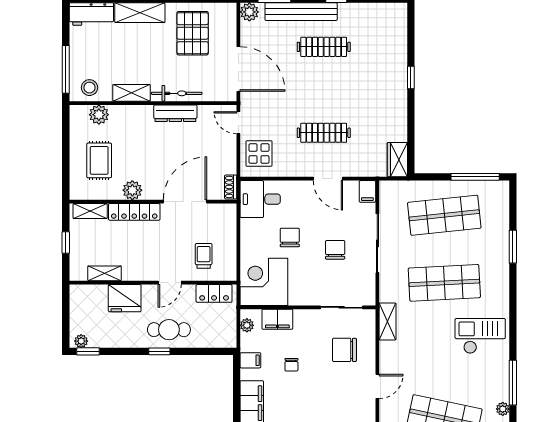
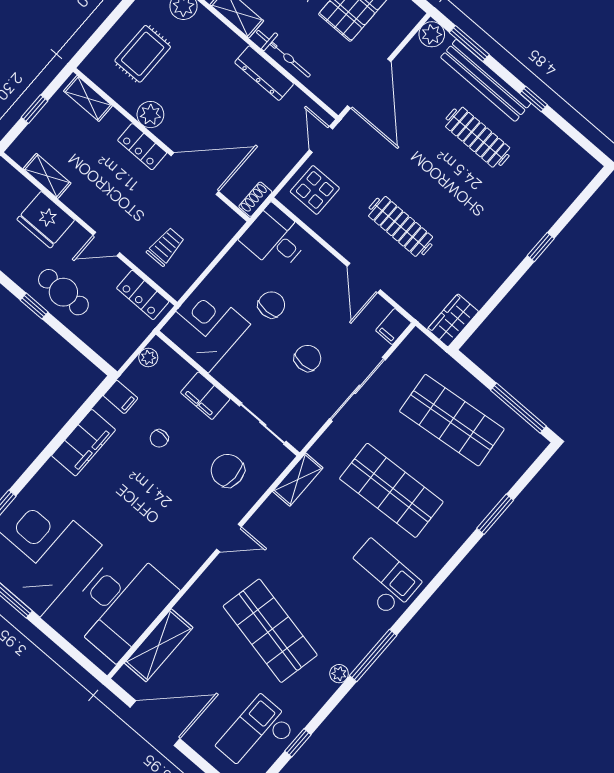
locker: (134, 212) -> (142, 147), width x0.66
filing cabinet: (277, 319) -> (205, 396), moved

